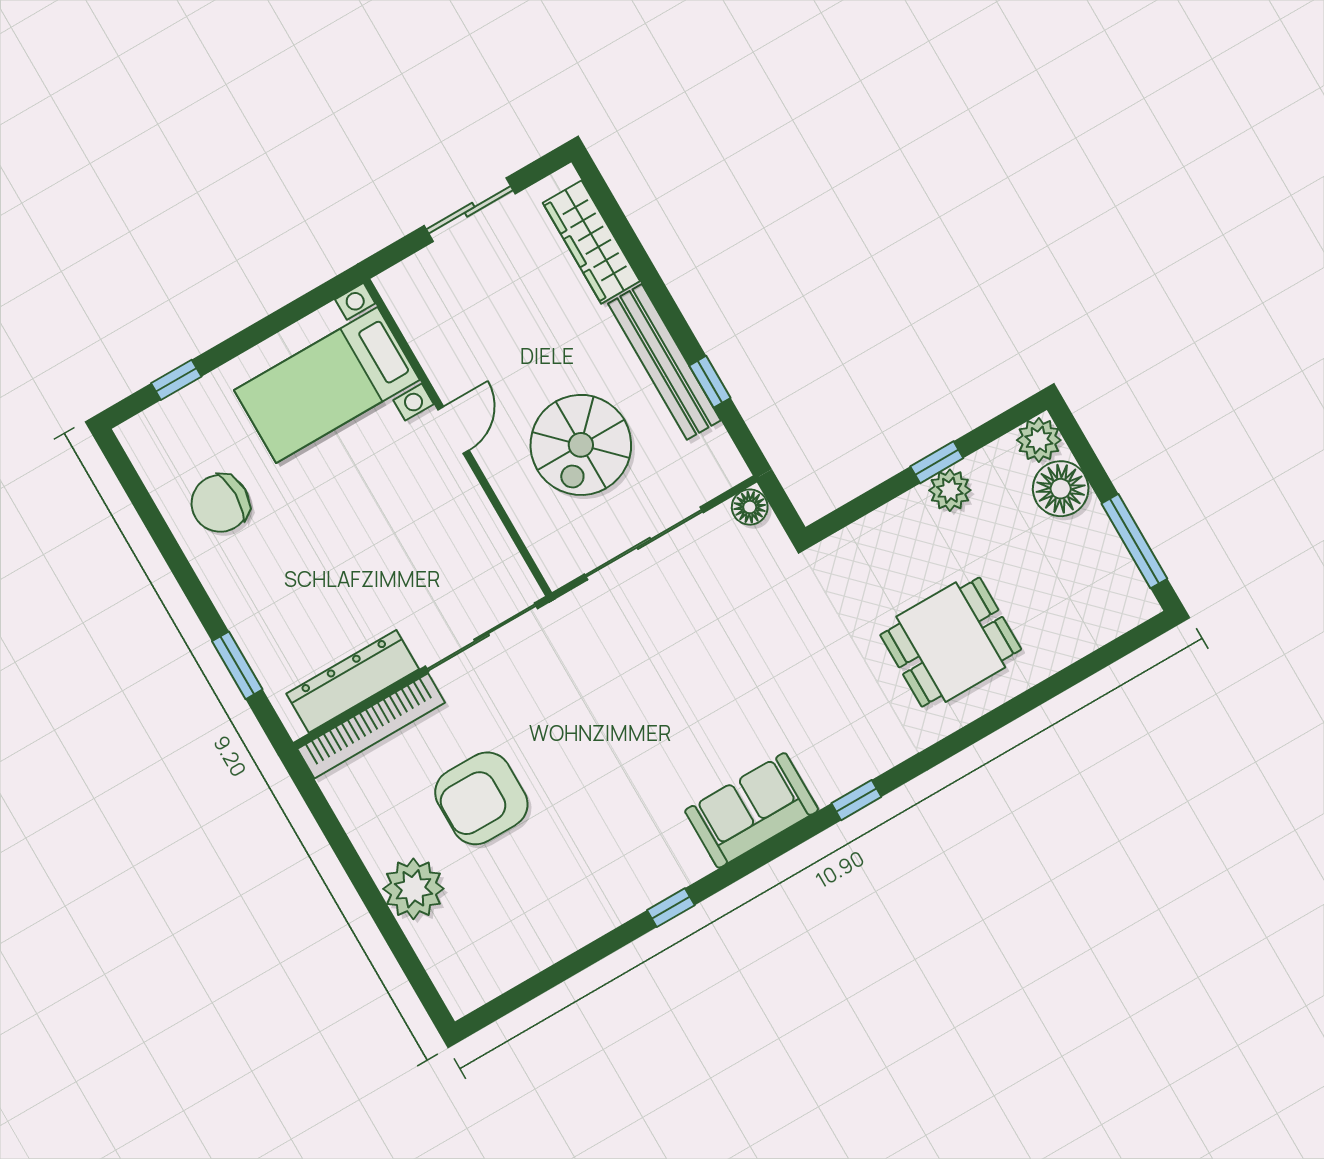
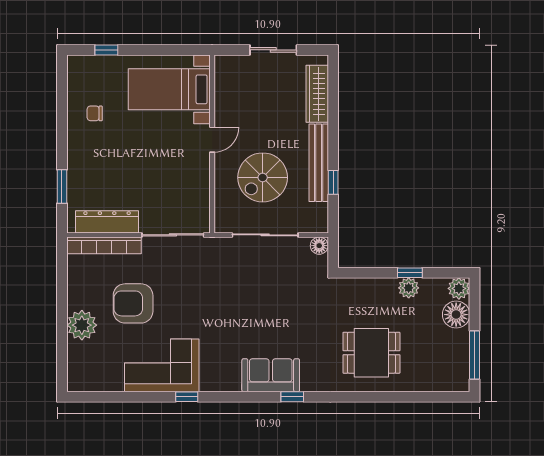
chair: (220, 503) -> (95, 113), width x0.54, depth x0.54
sofa: (752, 810) -> (271, 375), moved
corner sofa: (595, 878) -> (162, 365), added

